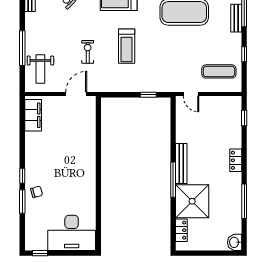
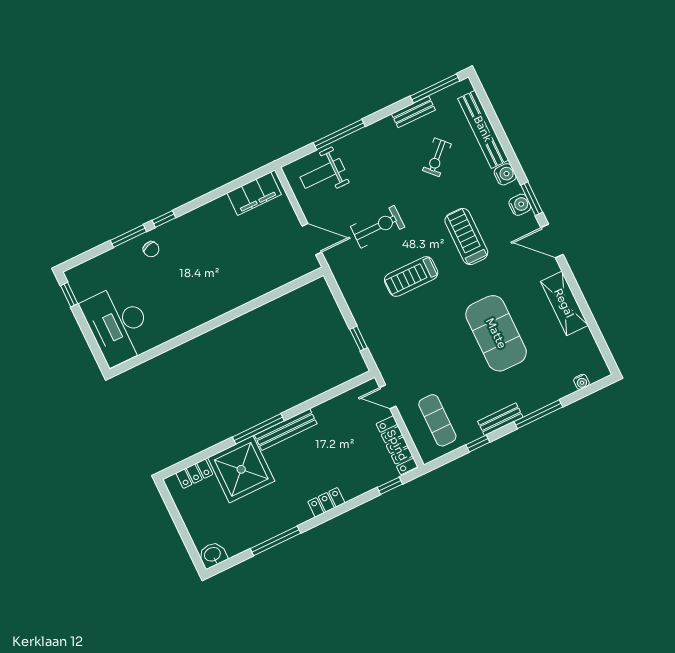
bench: (236, 18) -> (500, 419), moved
exercise bike: (88, 52) -> (378, 227), width x1.38, depth x1.39
door: (191, 94) -> (388, 397), hinge flipped
locker: (222, 102) -> (397, 445), added

